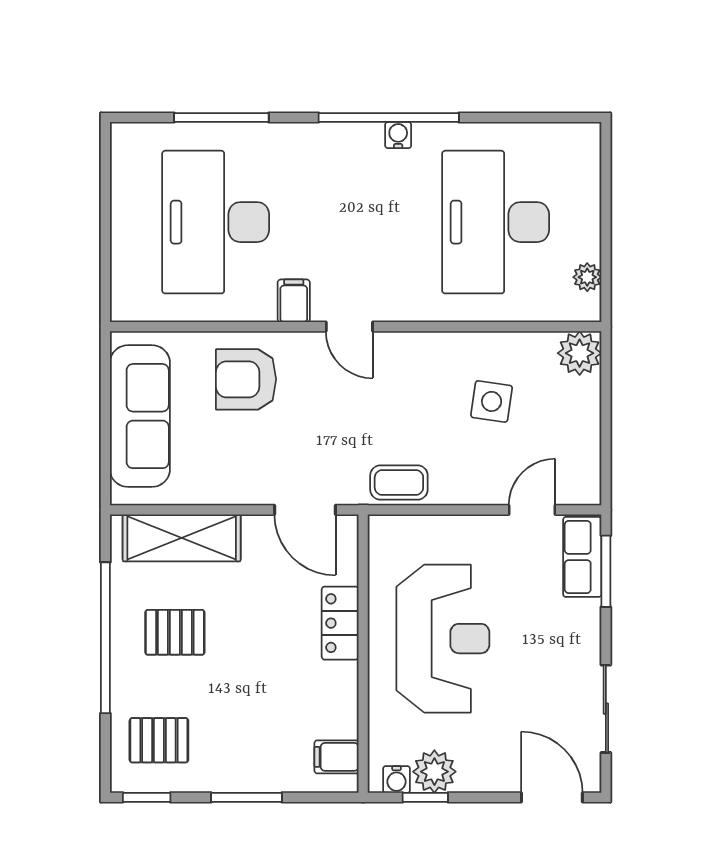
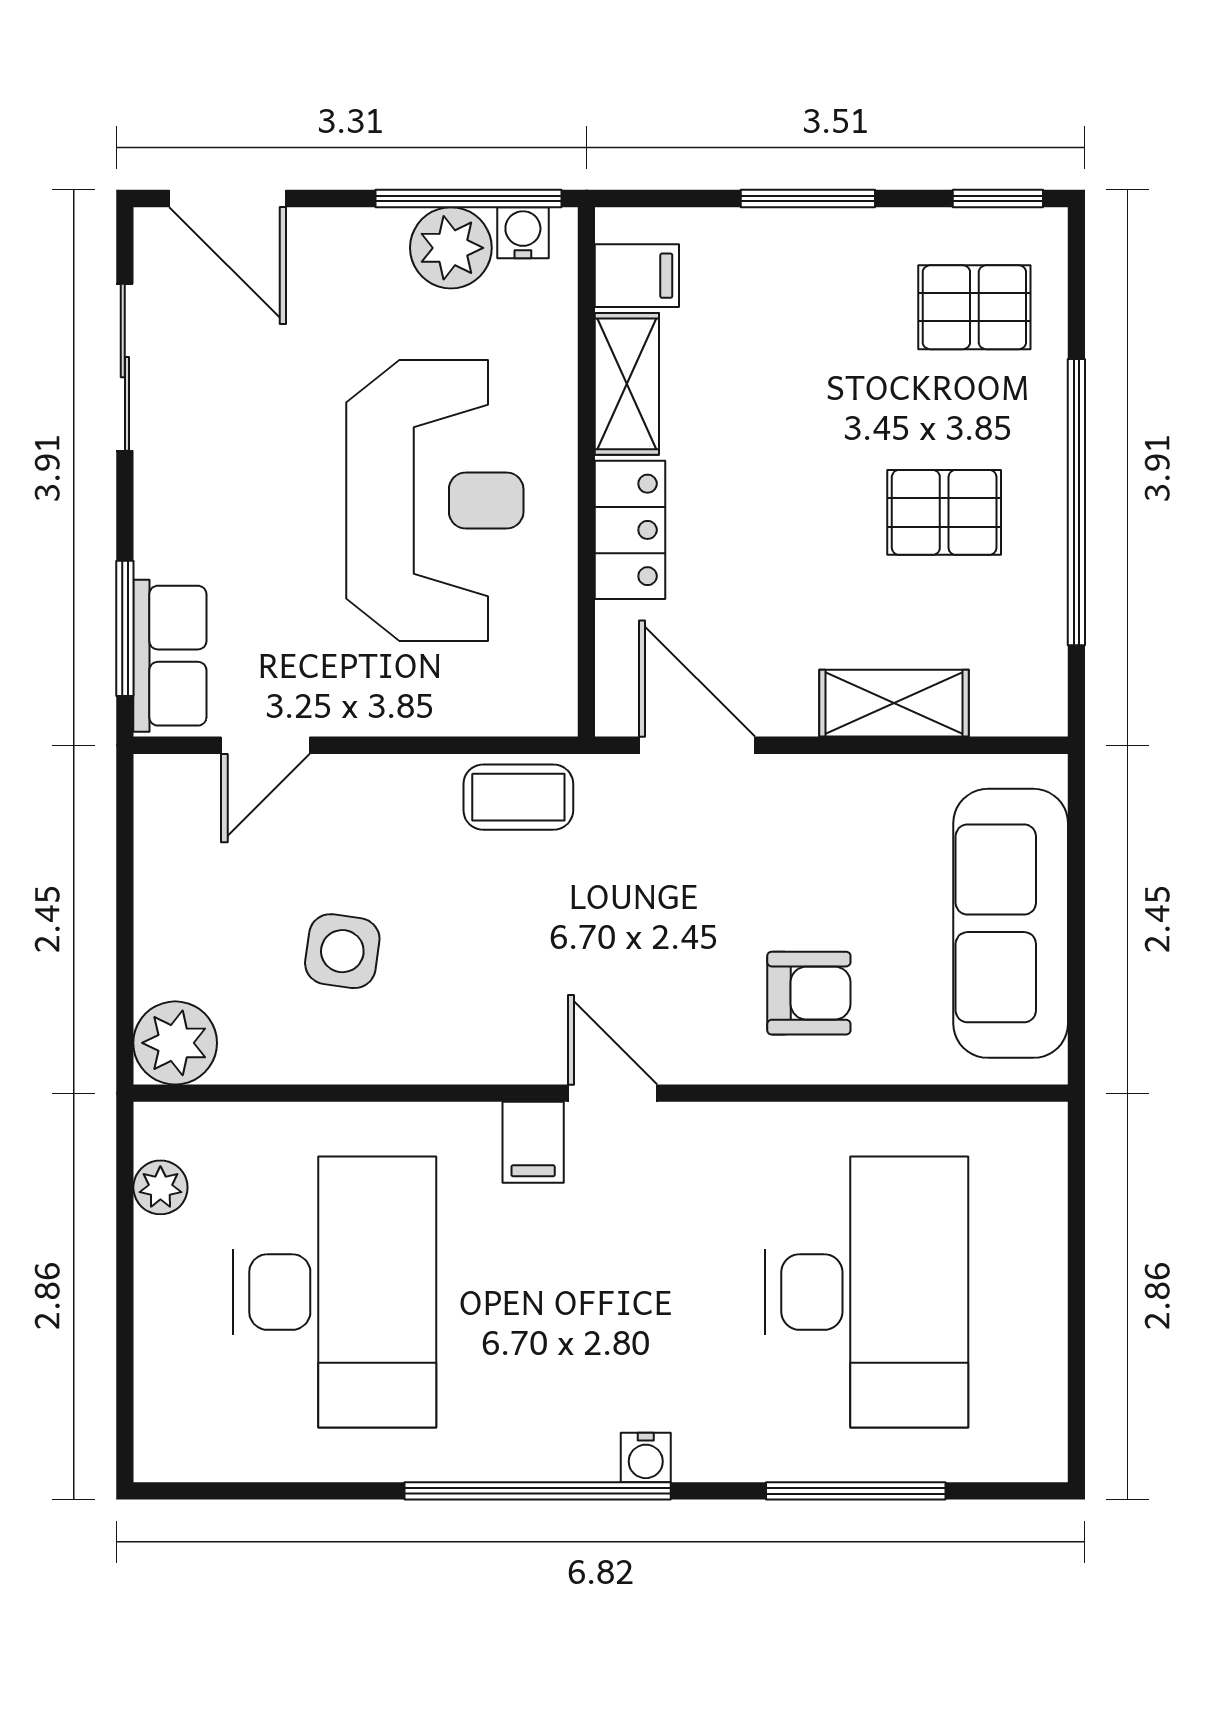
water cooler: (398, 135) -> (646, 1457), moved
filing cabinet: (294, 301) -> (533, 1142), moved
armchair: (246, 379) -> (809, 993), width x0.72, depth x0.72
shelving: (182, 538) -> (894, 703), width x0.67, depth x0.75
reception desk: (443, 639) -> (435, 501), turned 180
shelving: (342, 700) -> (627, 384), added
window: (425, 797) -> (468, 199), width x2.17

